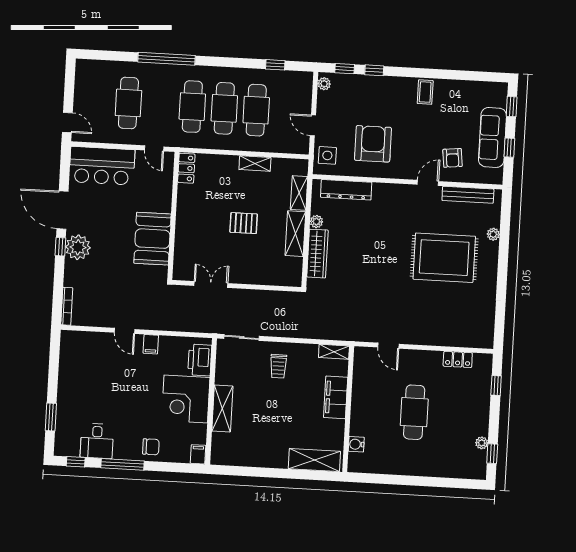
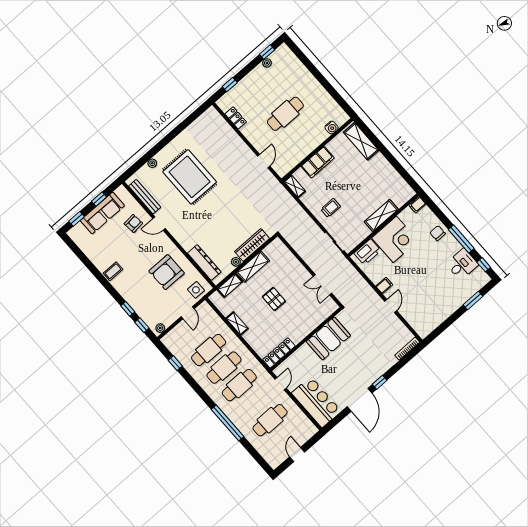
door: (67, 122) -> (297, 454), moved
locker: (186, 168) -> (279, 353), width x1.53
plant: (78, 247) -> (371, 373), removed

